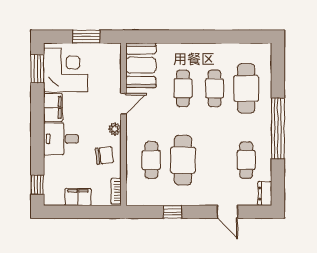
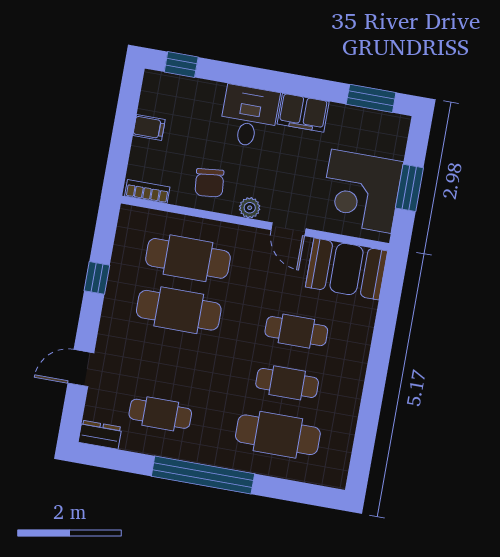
corner desk: (66, 70) -> (361, 191), moved, turned 90
cafe table: (151, 160) -> (188, 258), width x1.37, depth x1.35
filing cabinet: (78, 197) -> (149, 128), width x0.50

